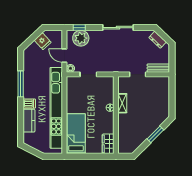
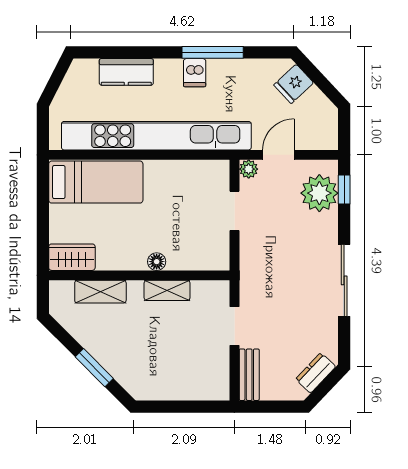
fridge: (43, 41) -> (294, 84), moved
dishwasher: (29, 104) -> (195, 73), moved
shelving: (123, 132) -> (100, 292), added

